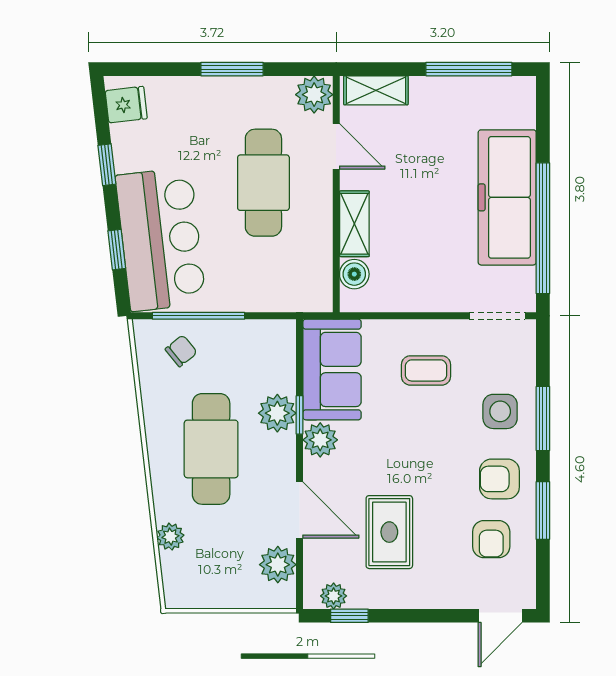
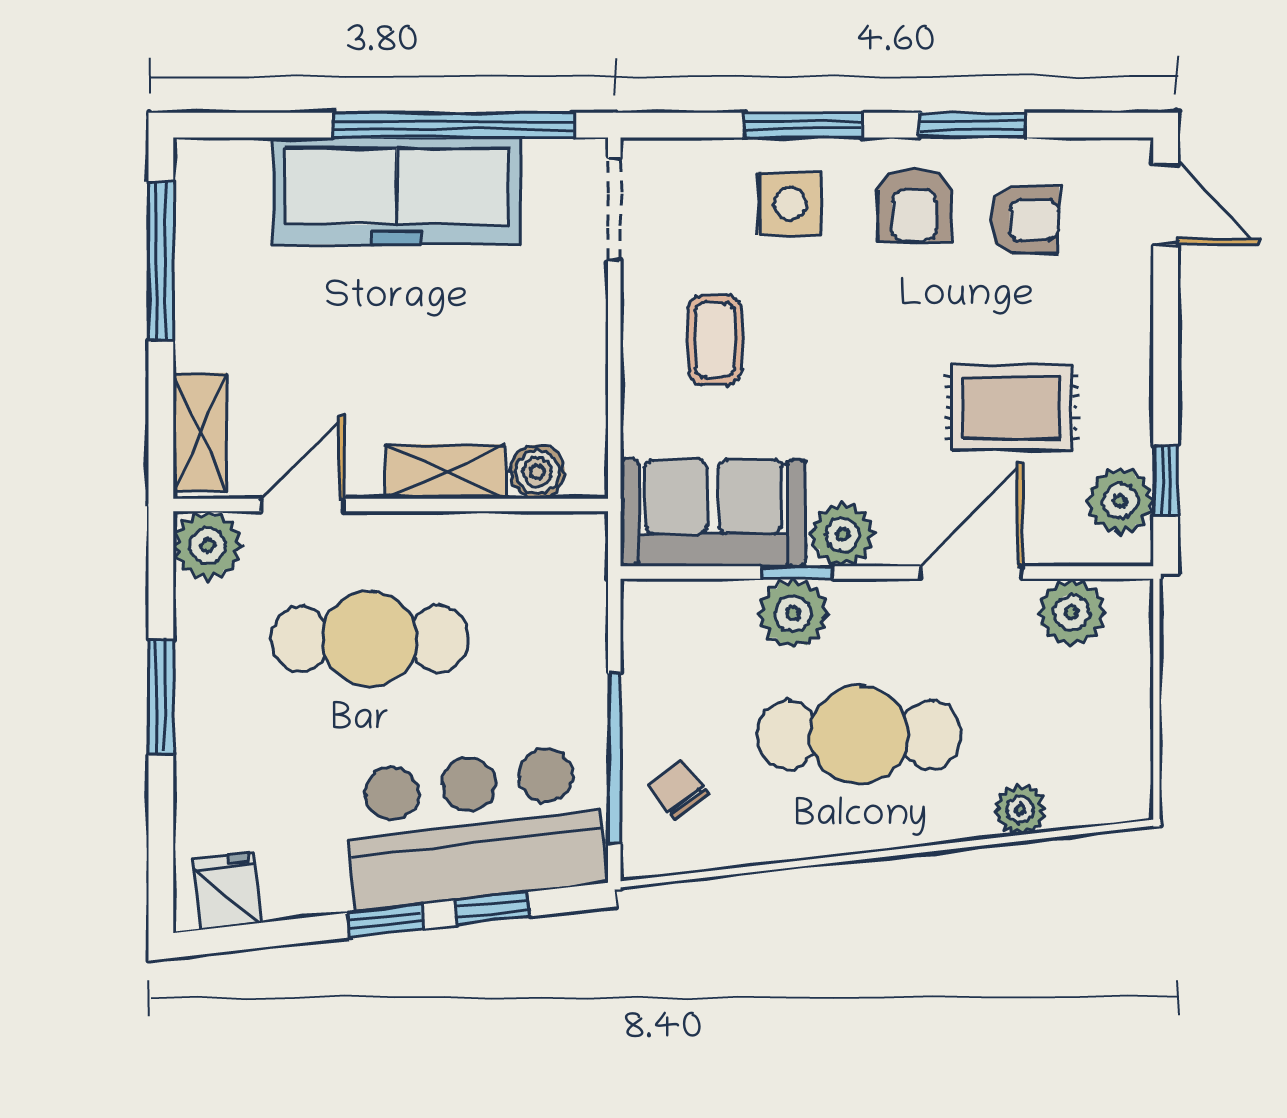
window: (107, 165) -> (386, 921), moved
plant: (334, 596) -> (1120, 501), width x1.38, depth x1.38

